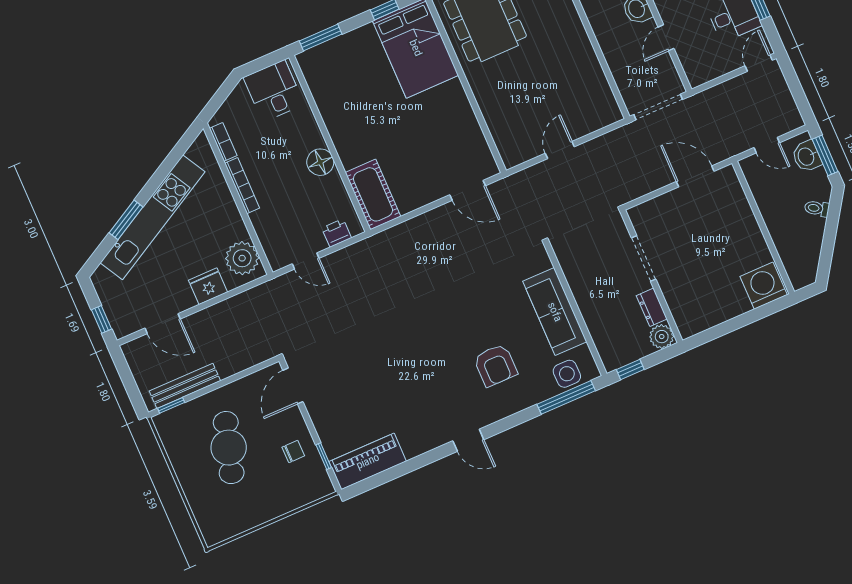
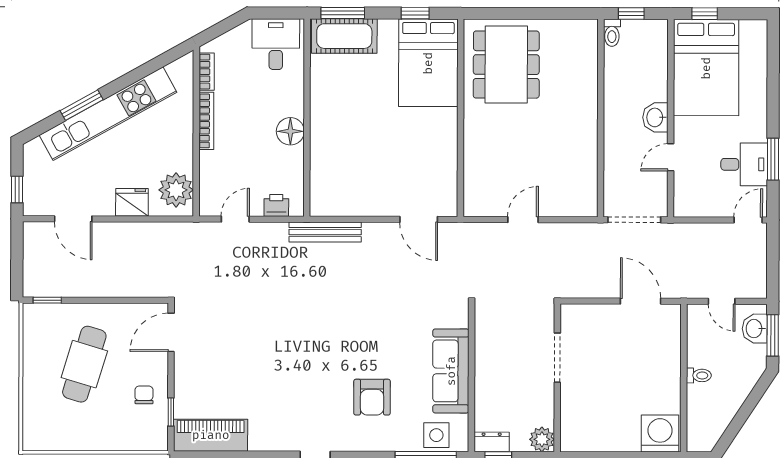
cot: (373, 194) -> (344, 36), moved, turned 90
toilet: (817, 208) -> (699, 375), moved, turned 146
door: (306, 261) -> (235, 219), swing flipped
dresser: (652, 307) -> (492, 442), moved, turned 90
bench: (185, 386) -> (325, 232), moved
chair: (293, 452) -> (144, 395), turned -90

